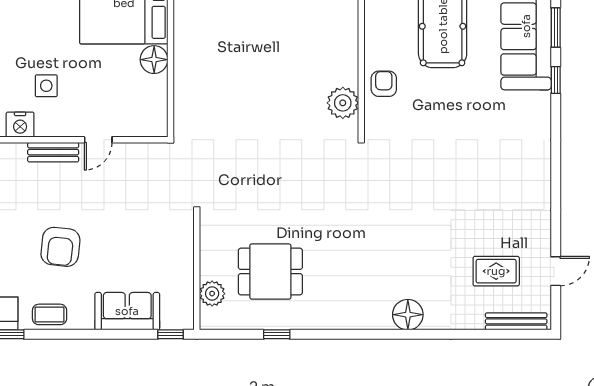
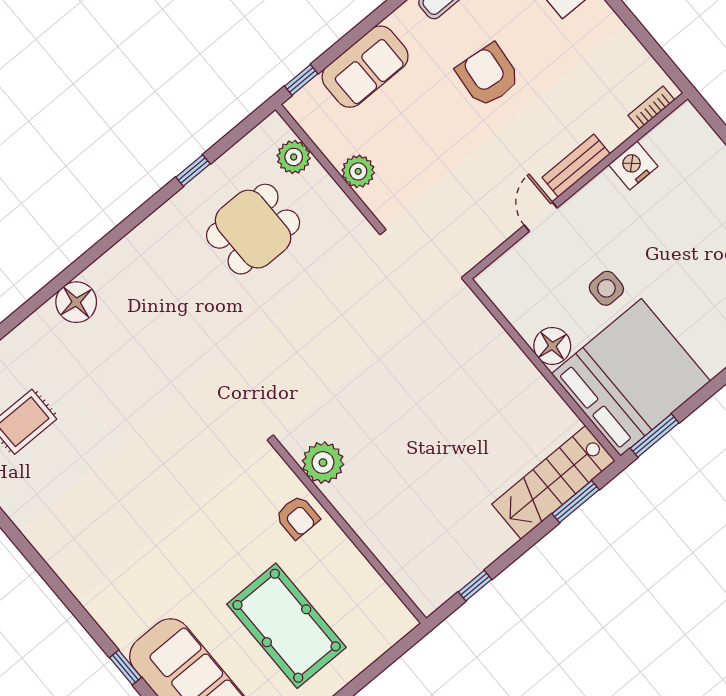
side table: (46, 86) -> (606, 288), moved
plant: (182, 254) -> (358, 171), added

